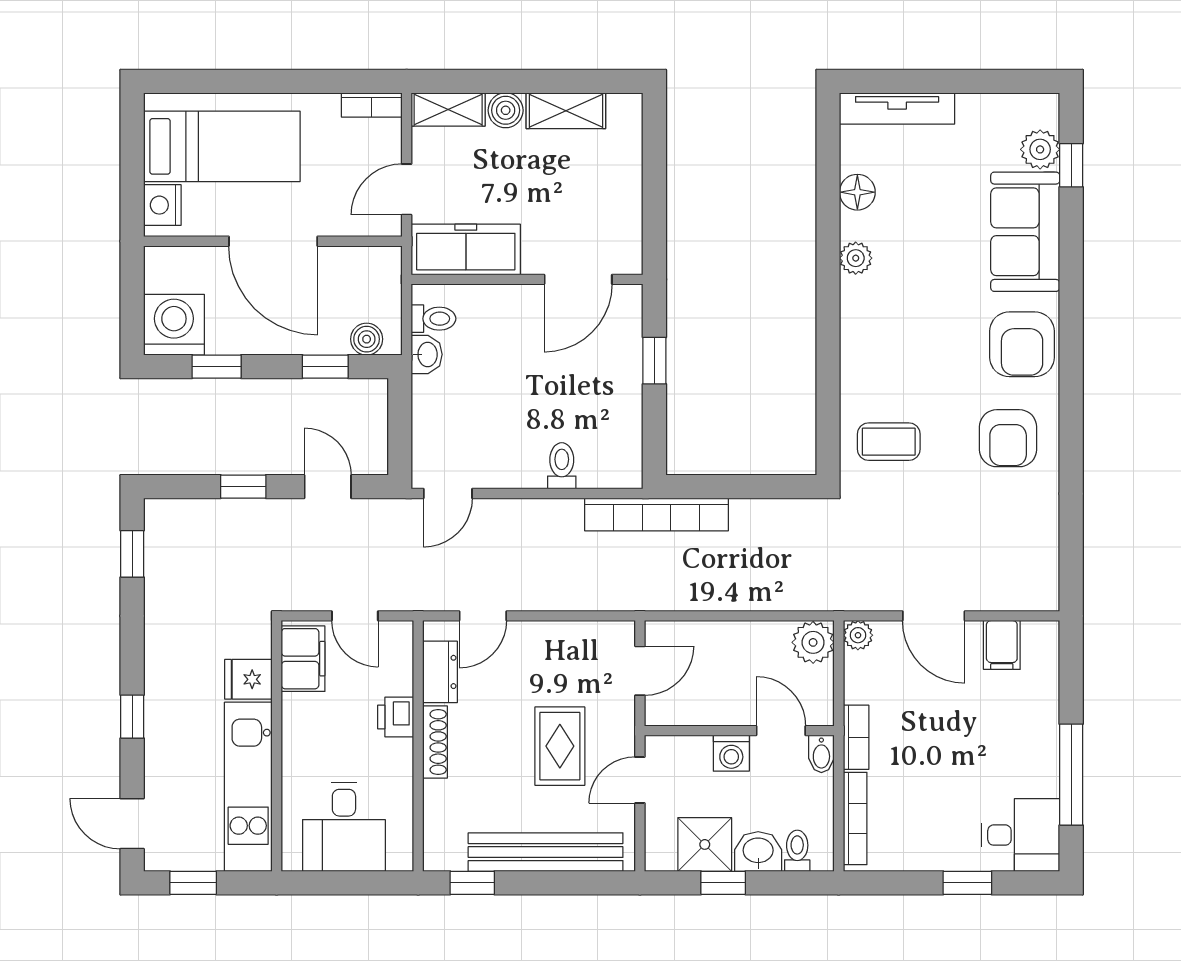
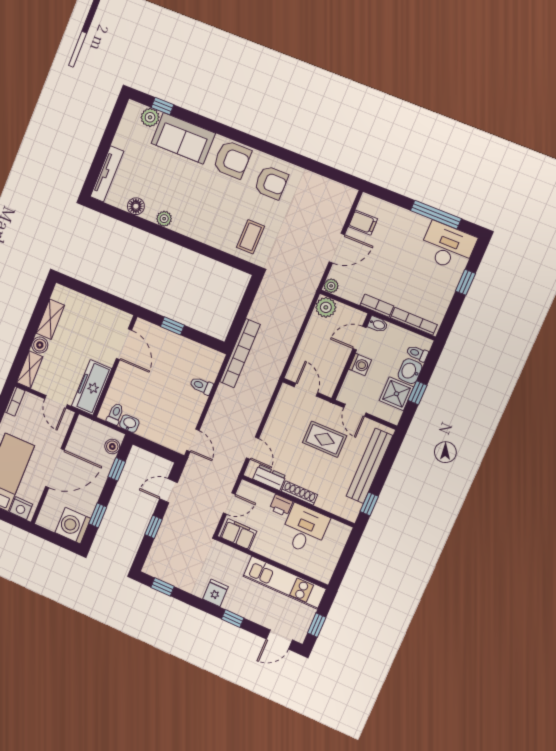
fridge: (248, 679) -> (215, 593), moved, turned 180
desk: (344, 827) -> (304, 529), moved, turned -90
desk: (1021, 835) -> (448, 247), width x1.37

